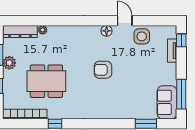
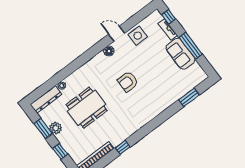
dining table: (46, 81) -> (87, 108), moved
window: (181, 94) -> (191, 46), moved
sofa: (167, 102) -> (180, 54), moved

